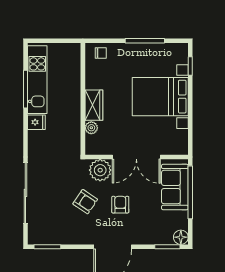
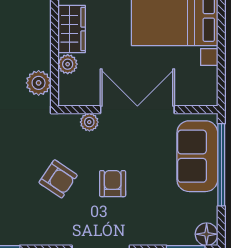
plant: (73, 140) -> (39, 83), added
double door: (136, 157) -> (137, 110), swing flipped
plant: (100, 170) -> (89, 122), width x0.53, depth x0.53

